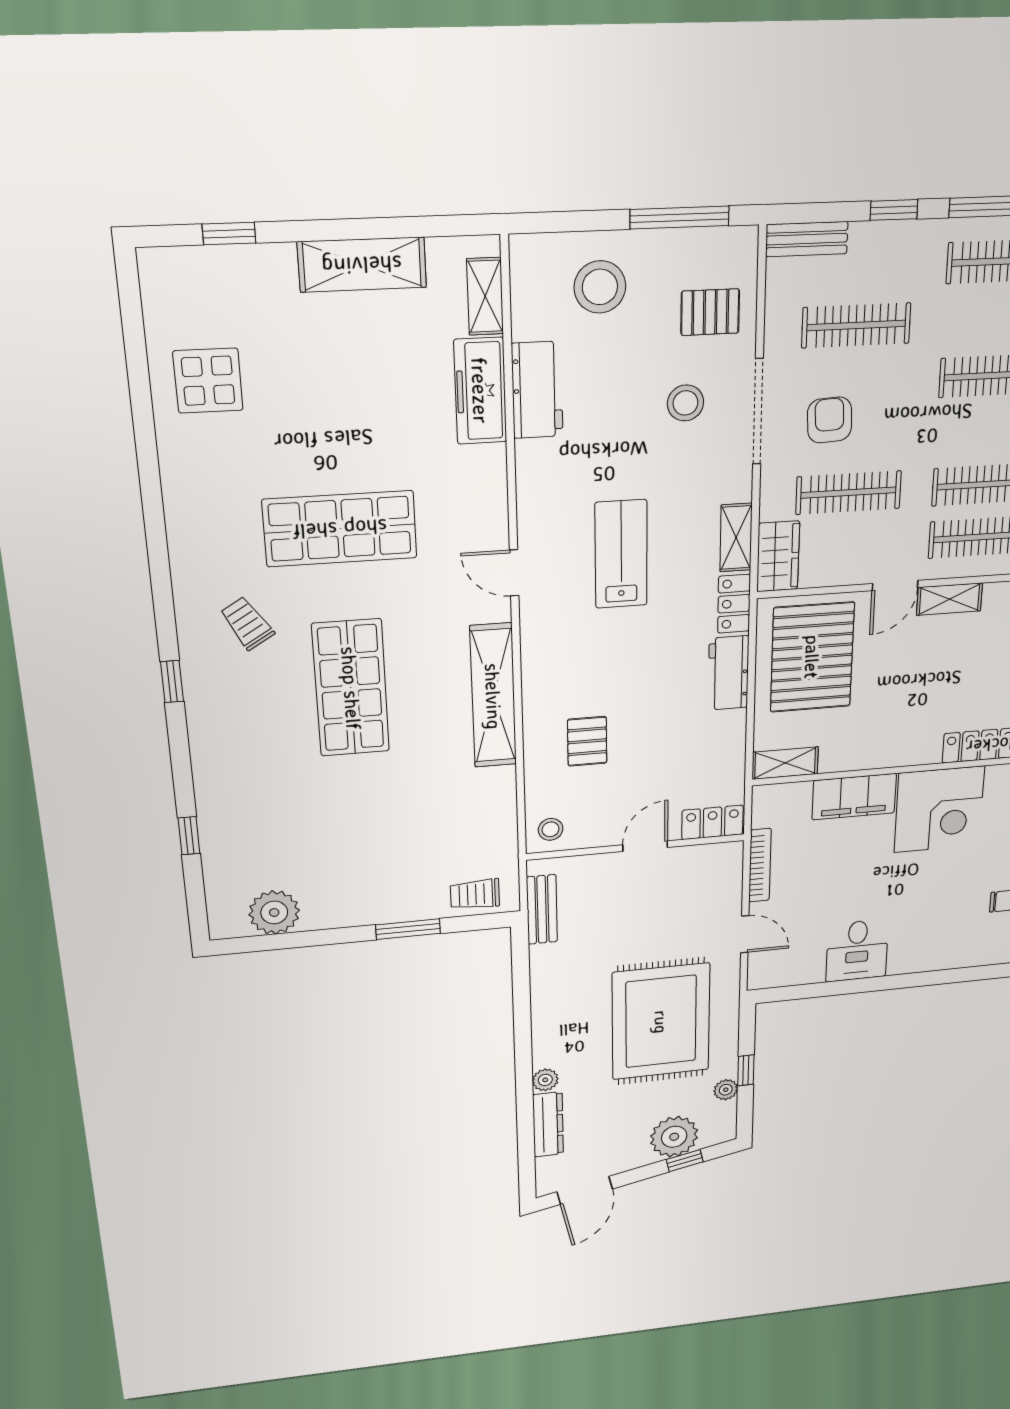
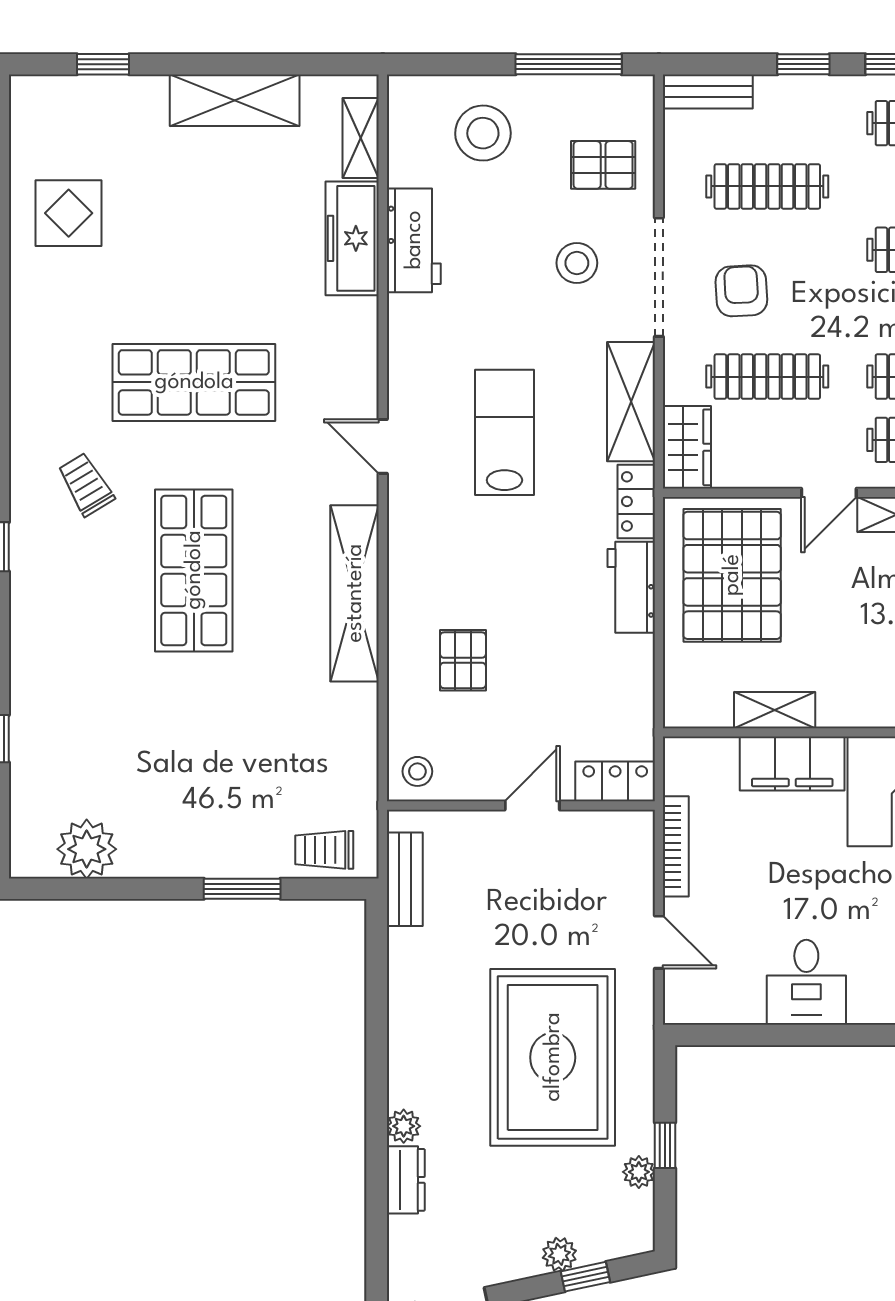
shelving: (736, 538) -> (631, 402), width x1.50, depth x1.33
shelving: (785, 763) -> (775, 710), moved
dresser: (548, 1124) -> (406, 1180), width x0.70
plant: (674, 1137) -> (559, 1254), width x0.53, depth x0.53

